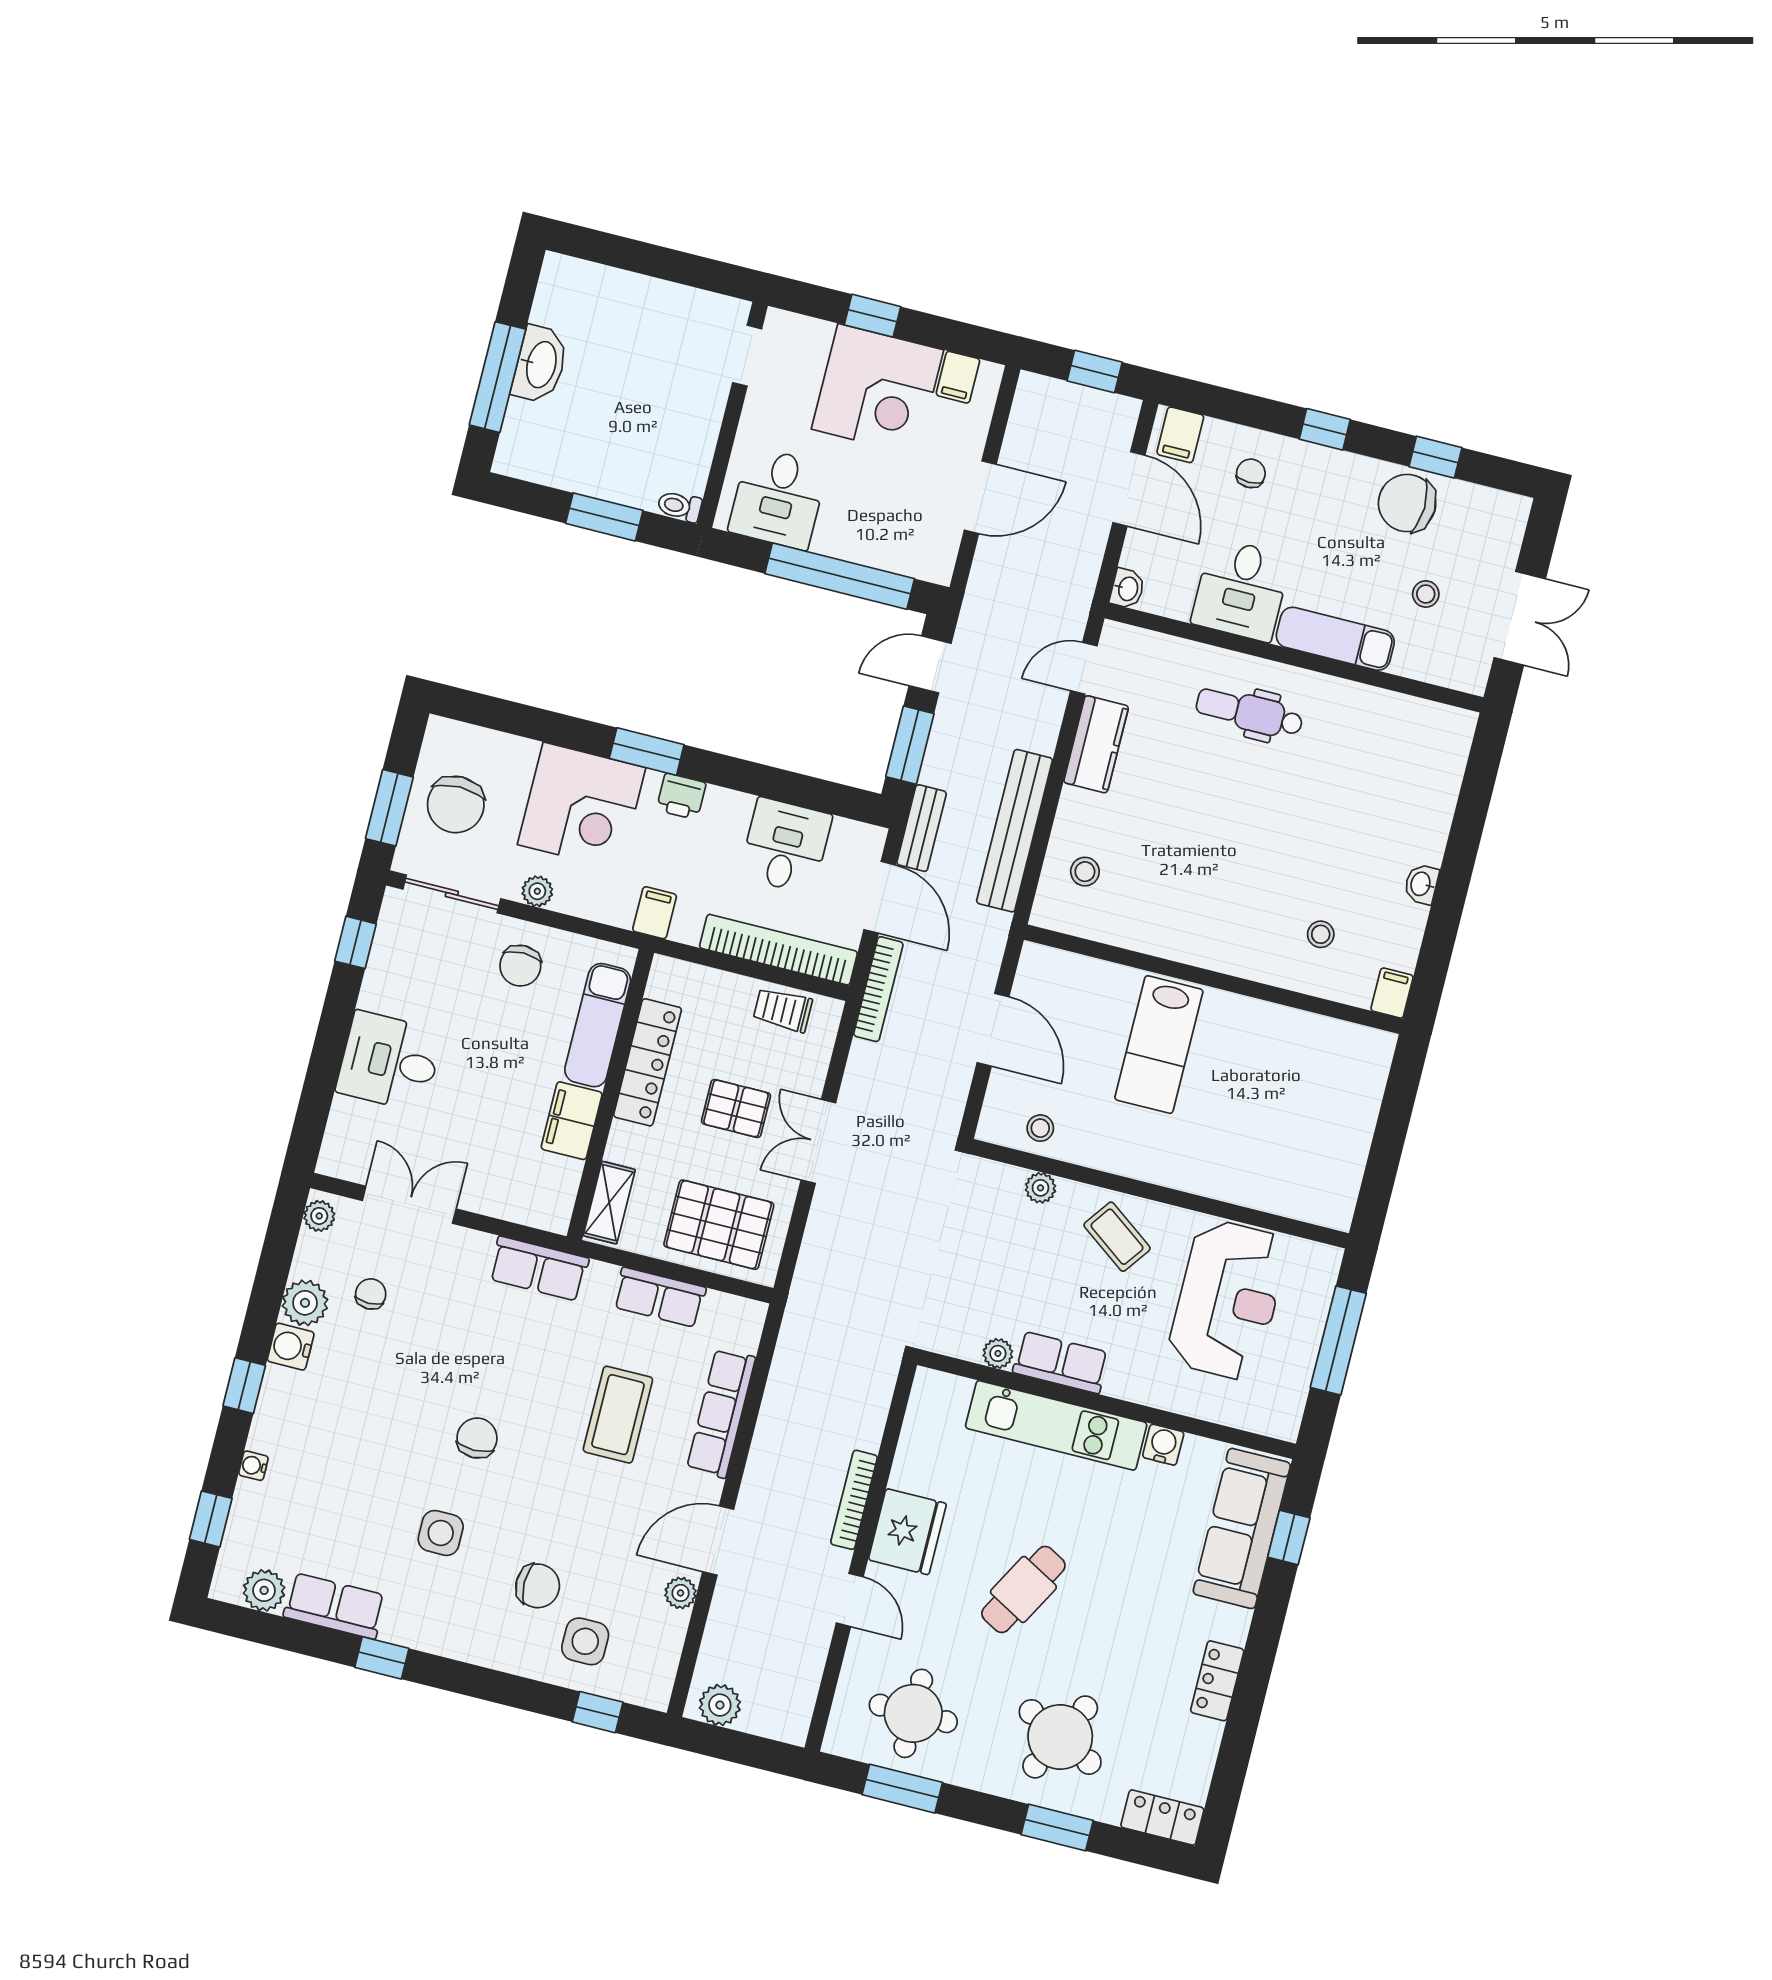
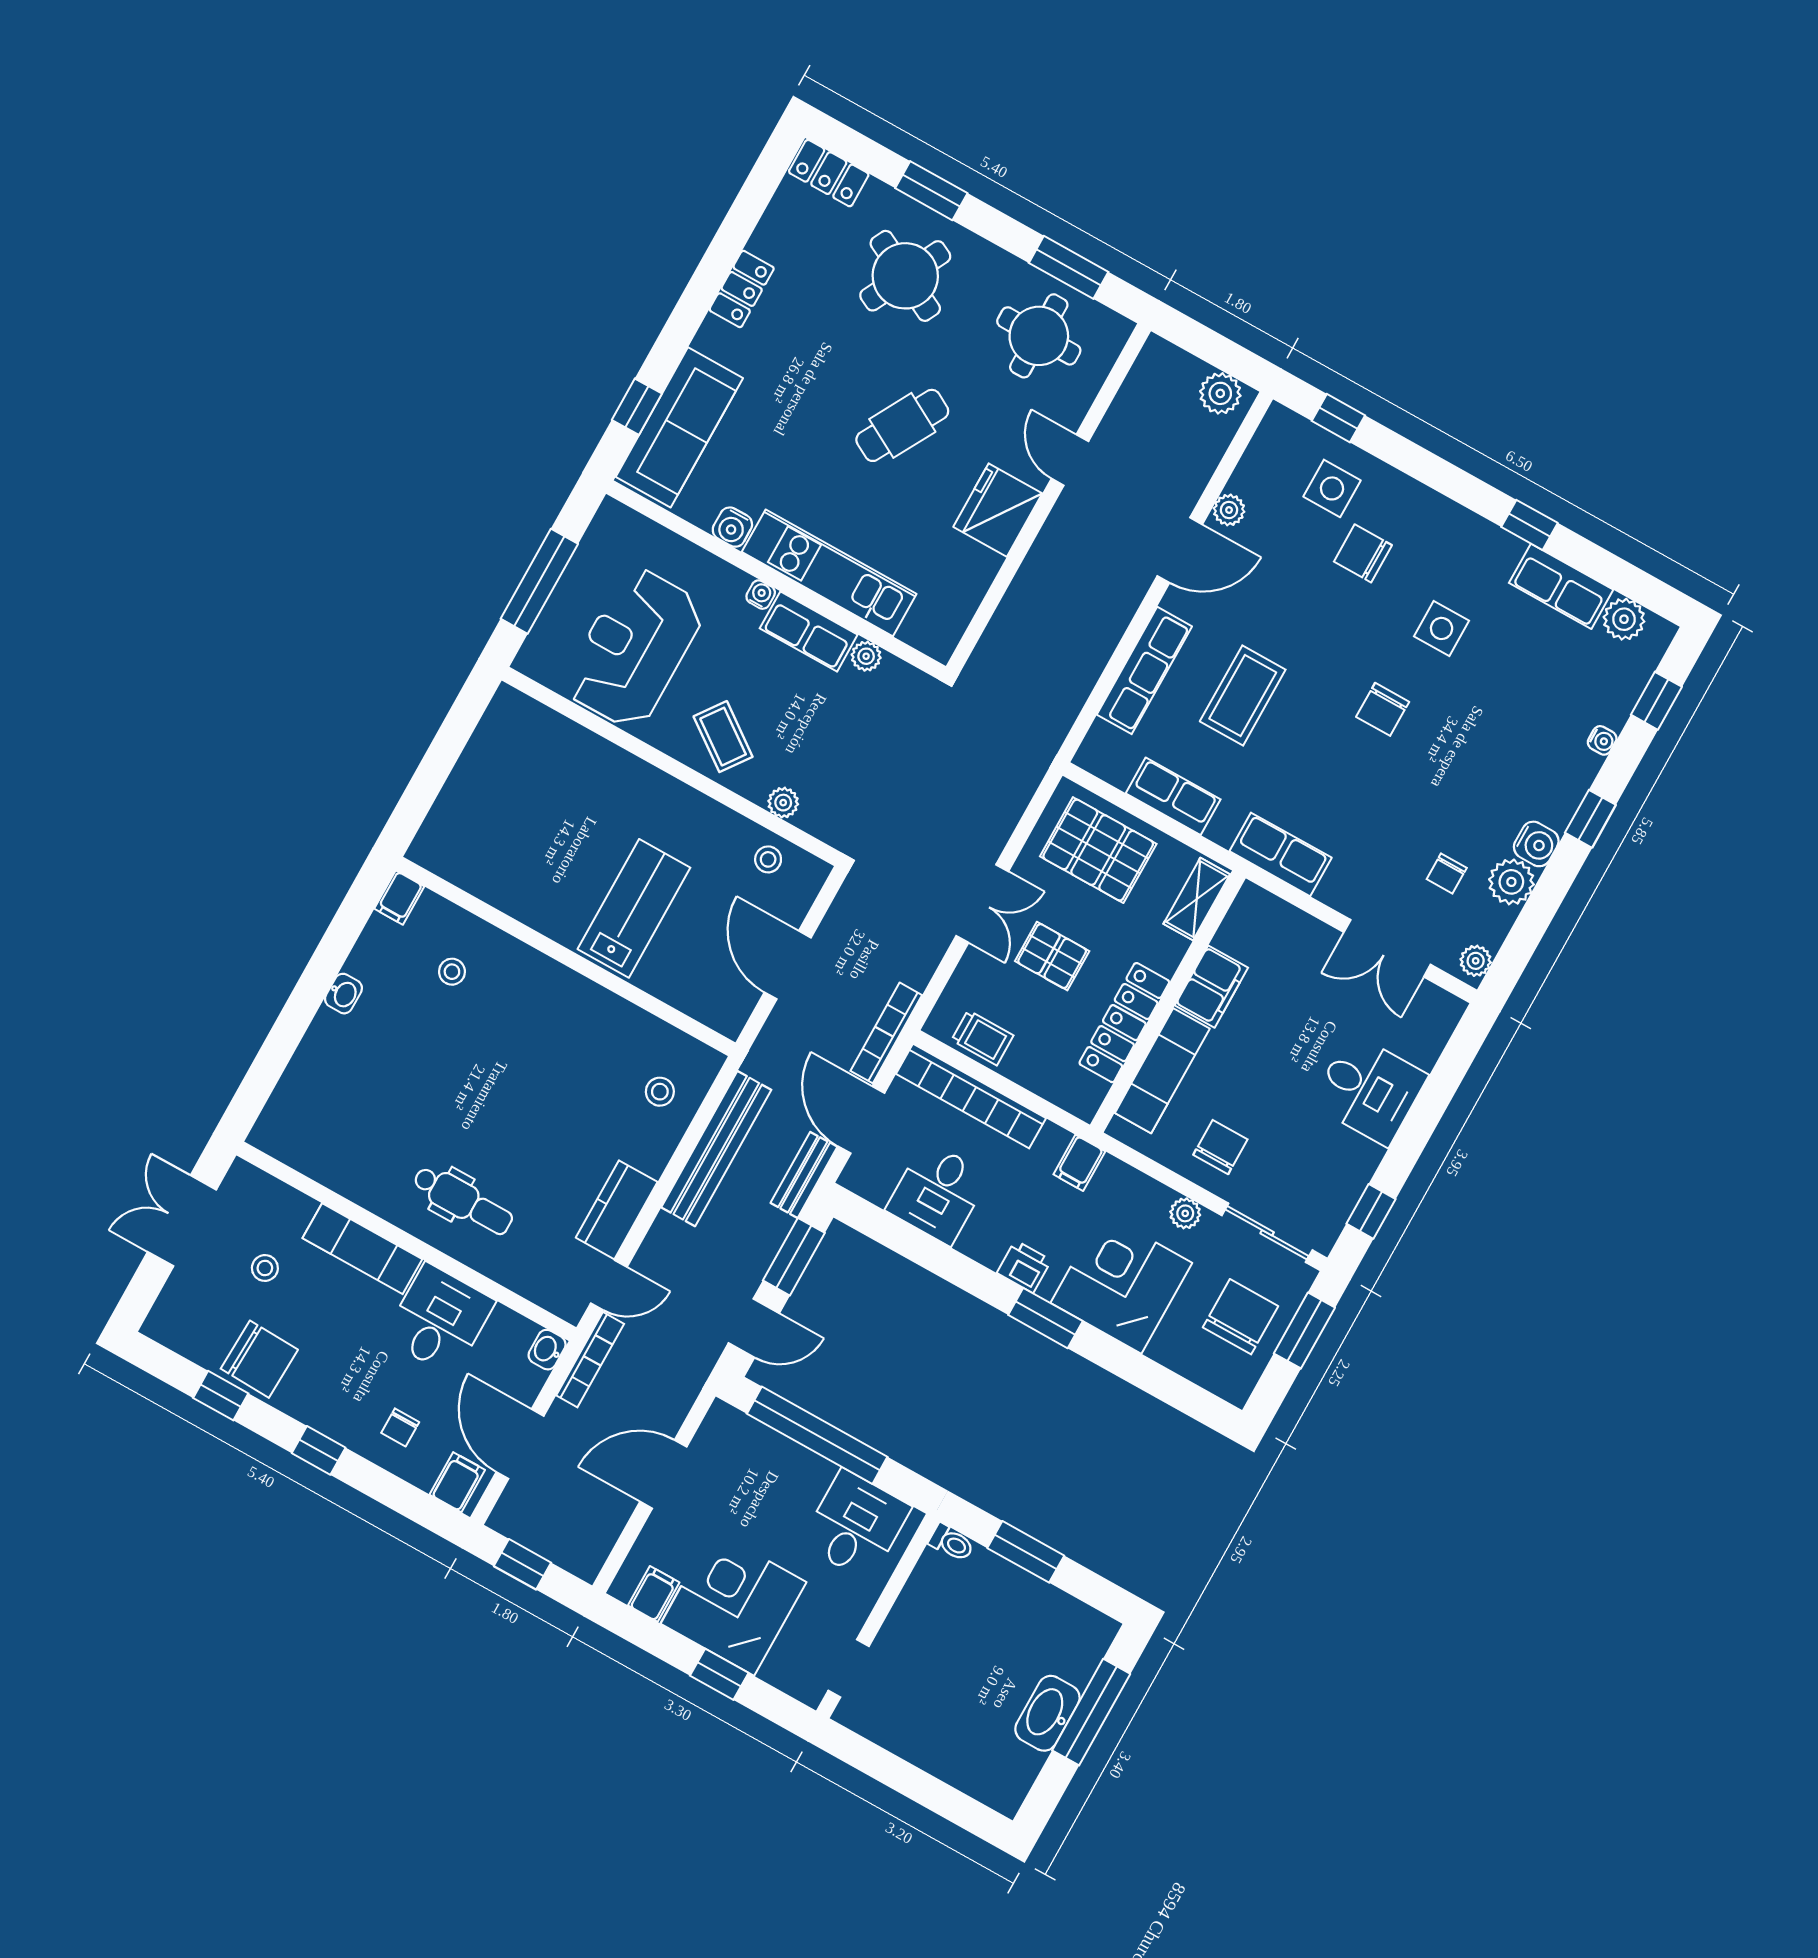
water cooler: (1118, 1386) -> (761, 595), added
bookcase: (854, 1500) -> (590, 1360), moved

